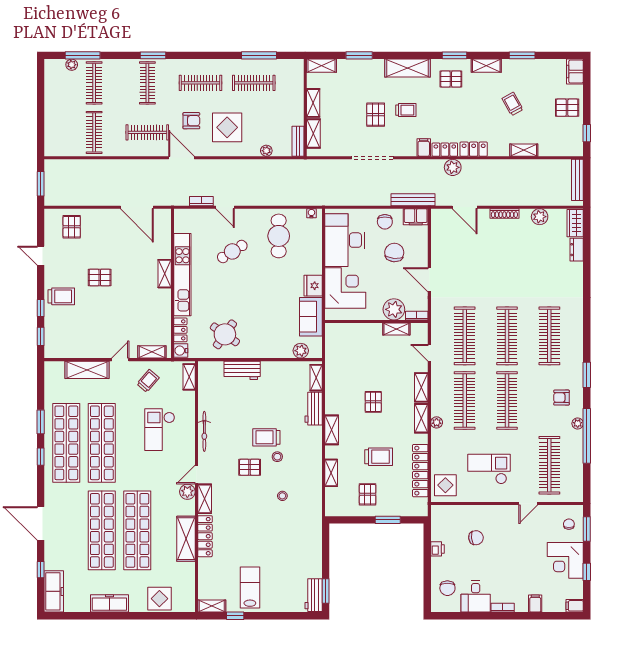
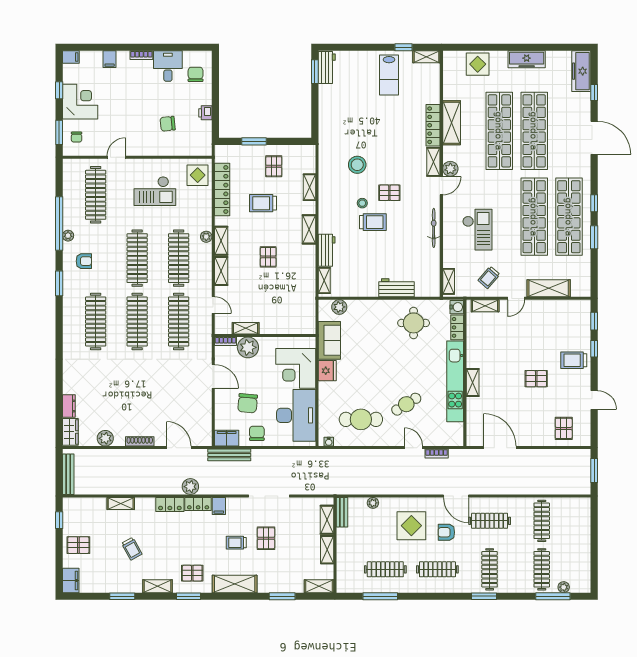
cafe table: (279, 236) -> (361, 419), turned 90
round table: (225, 334) -> (414, 323), turned -35
stool: (282, 496) -> (357, 165), width x1.89, depth x1.89

